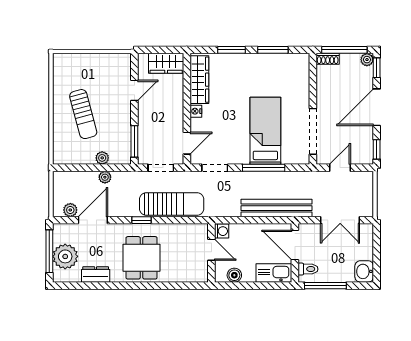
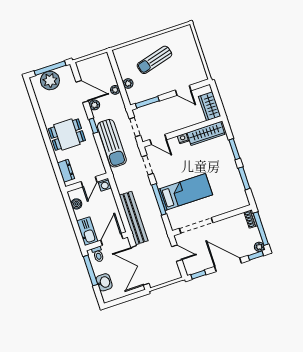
plant: (70, 210) -> (94, 105), moved
double door: (340, 220) -> (140, 265), width x1.37
washbasin: (364, 271) -> (104, 282), moved, turned 90
dresser: (96, 274) -> (66, 171), moved

